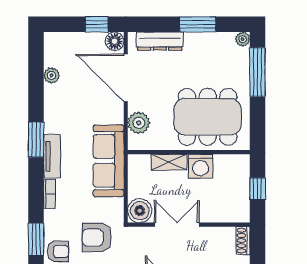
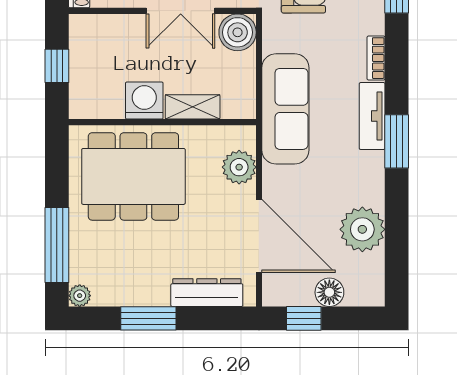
floor lamp: (115, 41) -> (329, 292), moved
plant: (52, 75) -> (362, 229), width x1.88, depth x1.88

